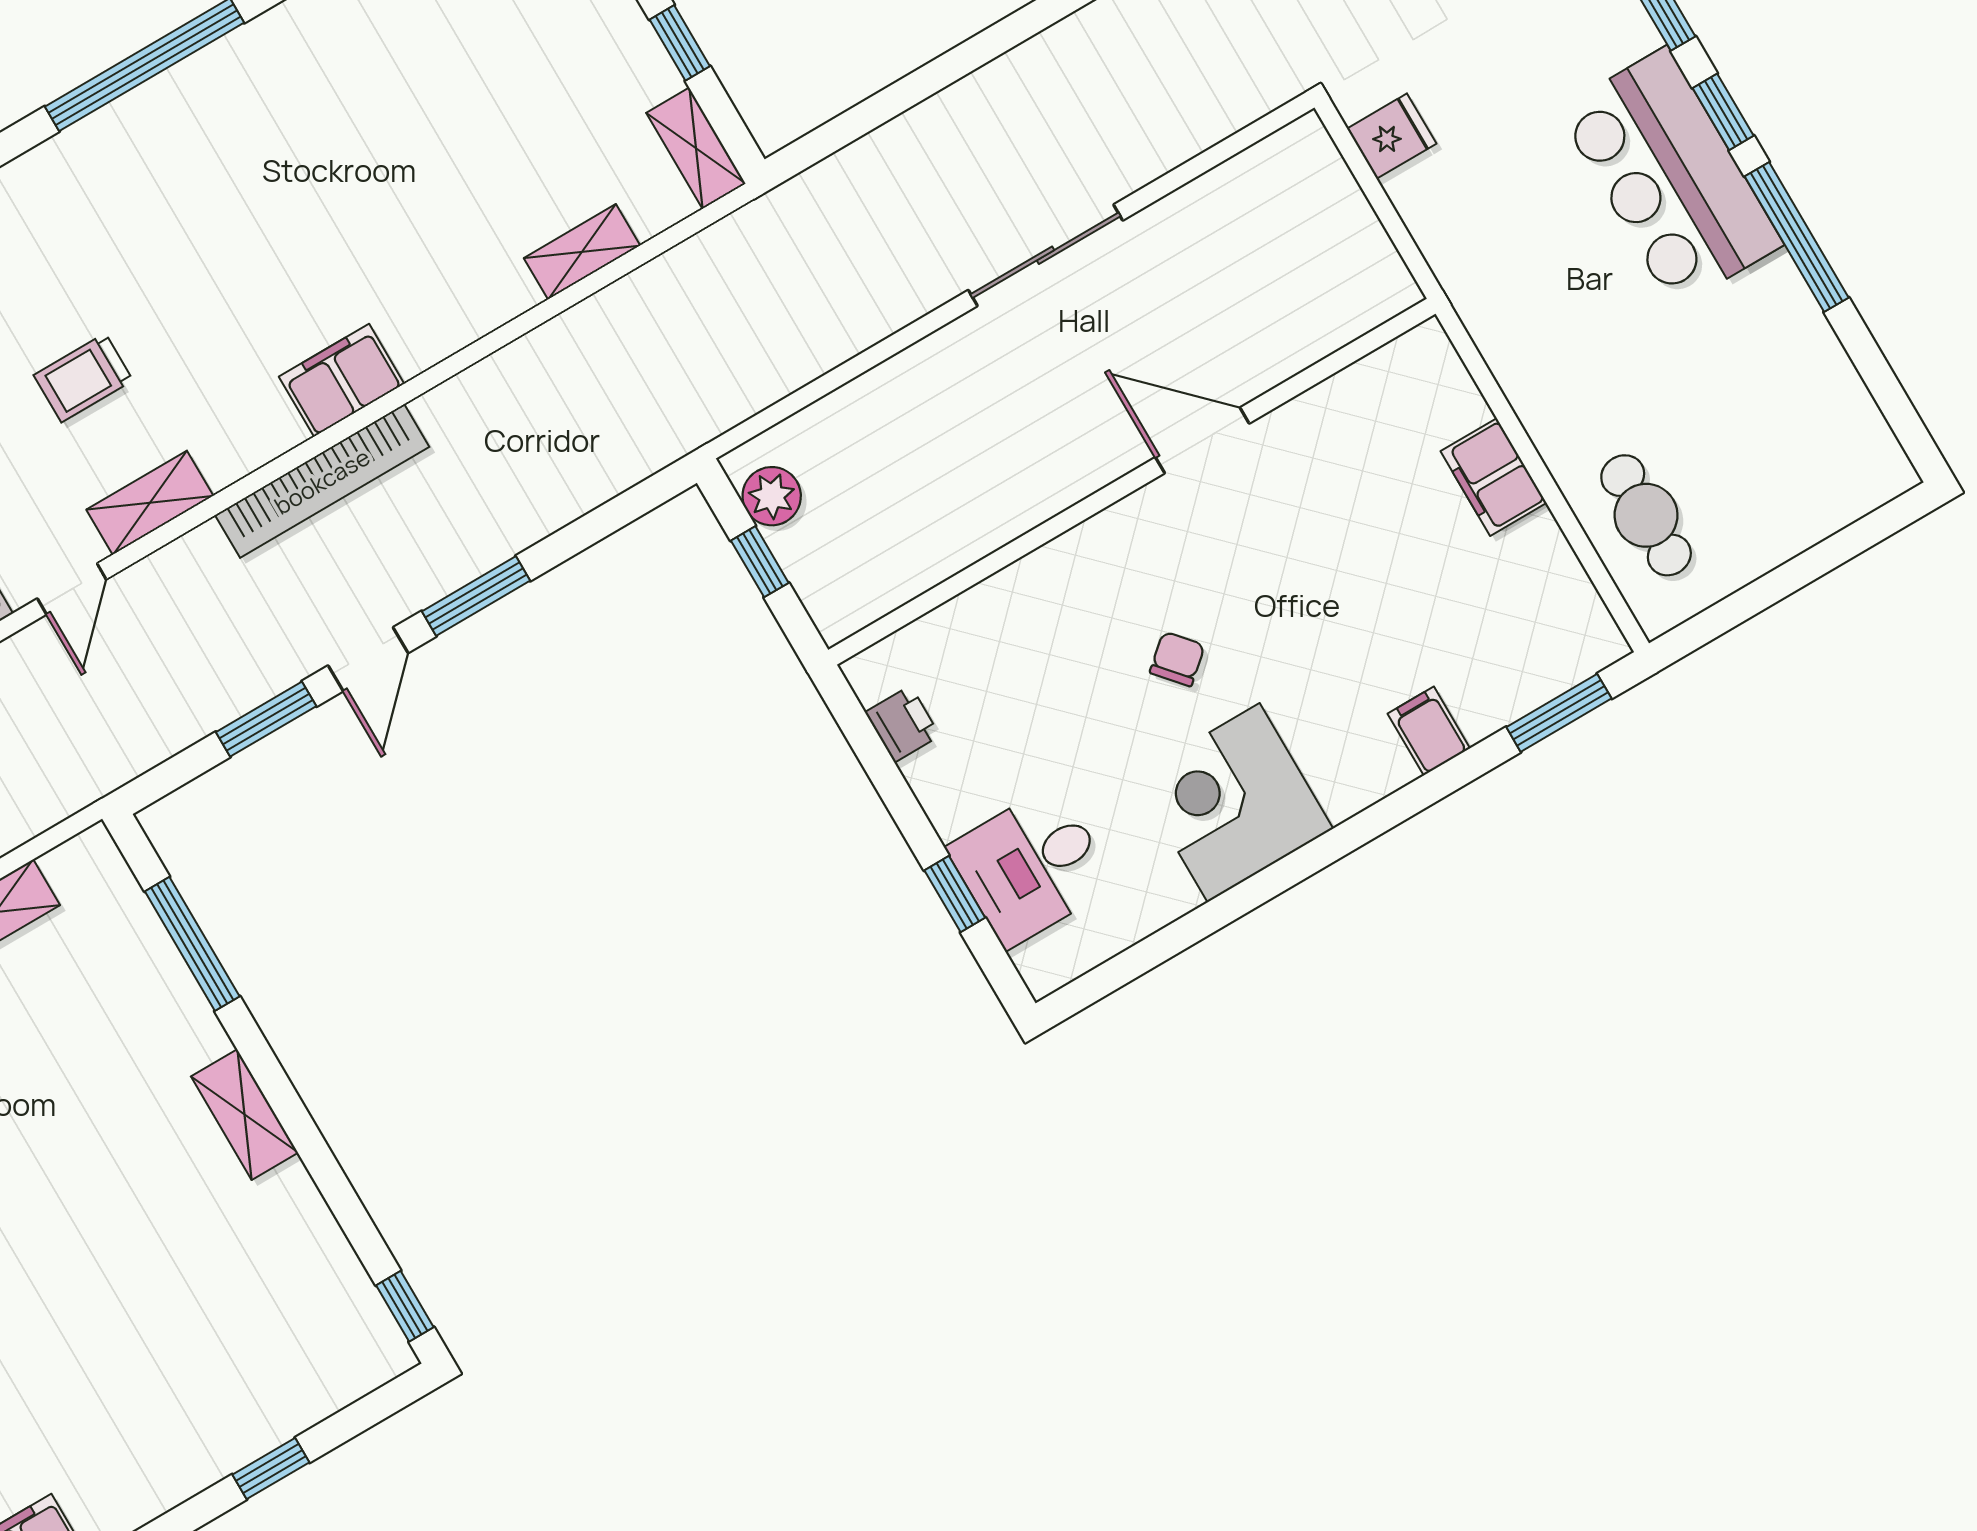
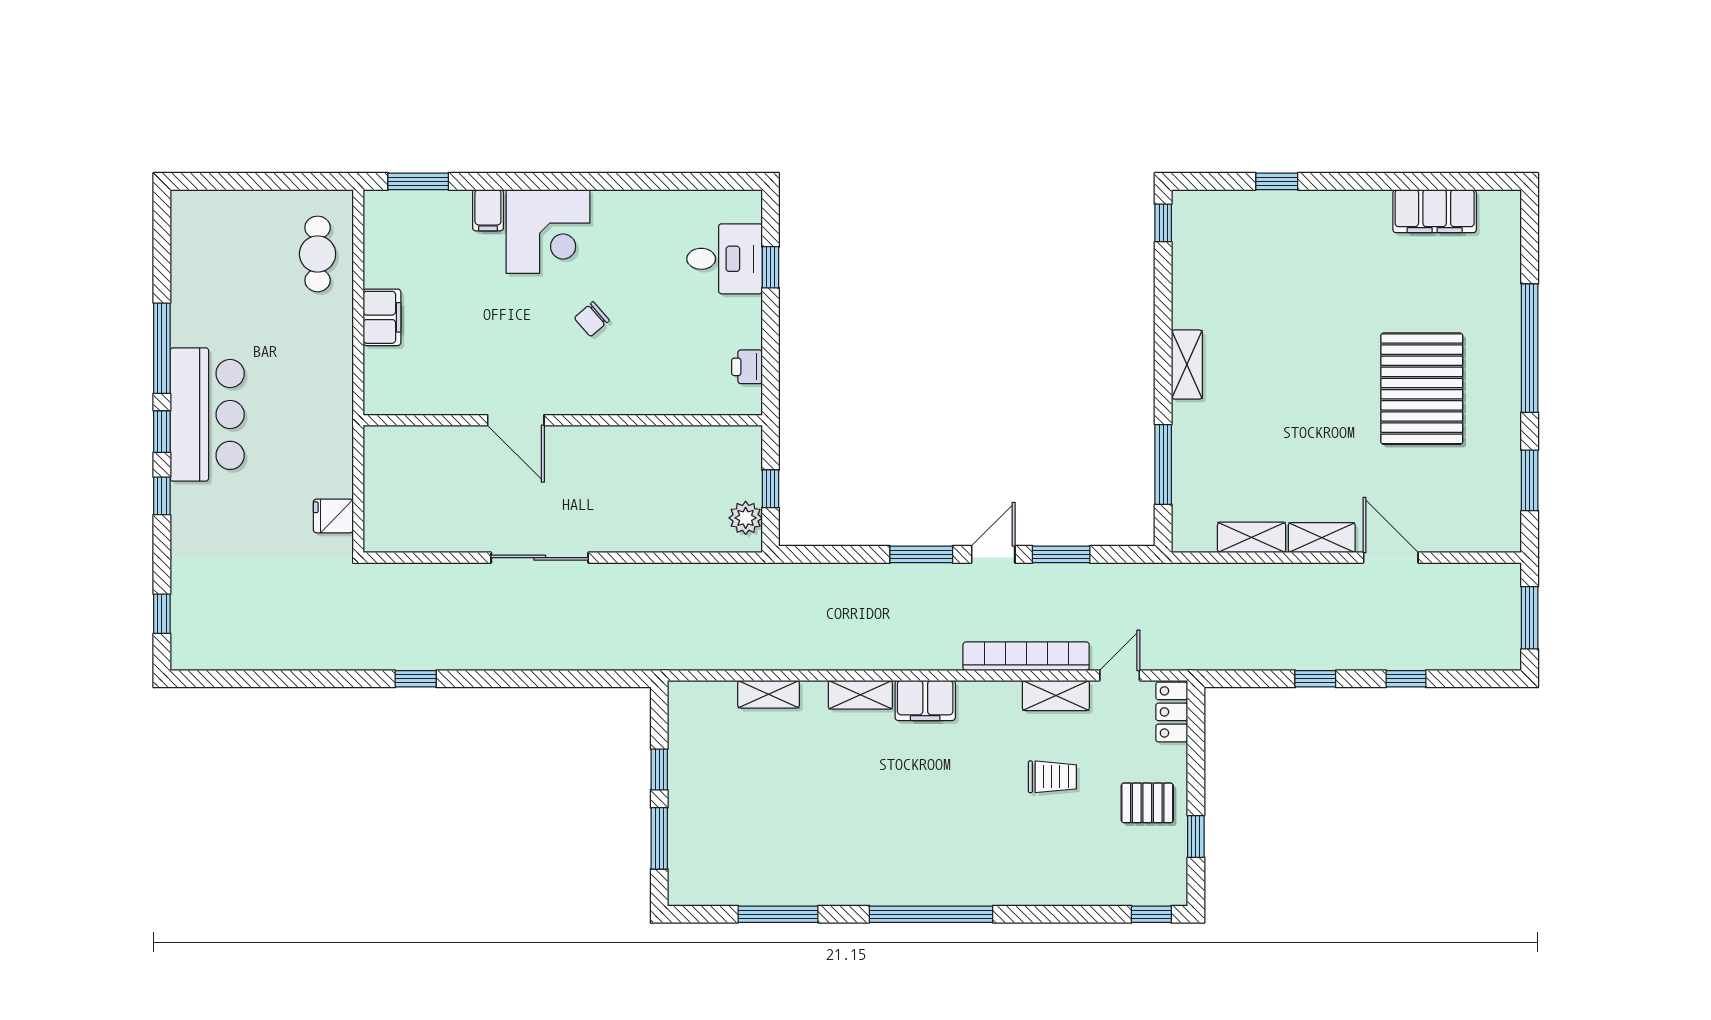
shelving: (696, 148) -> (860, 695), moved, turned 90
bookcase: (322, 481) -> (1026, 656), moved
corner desk: (1234, 803) -> (548, 231), moved

